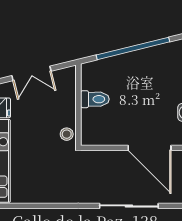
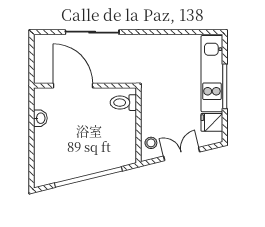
toilet: (95, 99) -> (123, 103), moved
stool: (67, 134) -> (151, 143), moved

